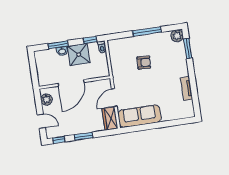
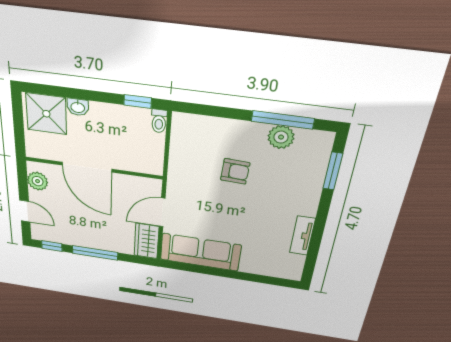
window: (147, 32) -> (283, 120), moved
plant: (177, 36) -> (281, 137), moved
window: (58, 45) -> (71, 93), removed
shower: (79, 54) -> (46, 114), moved
door: (71, 83) -> (87, 167), hinge flipped
window: (84, 136) -> (95, 253), width x1.44

